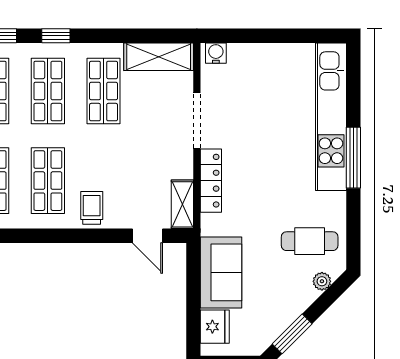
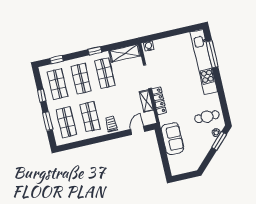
window: (56, 36) -> (95, 51), moved
window: (353, 158) -> (212, 54), moved
shelving: (182, 204) -> (146, 101), moved
door: (148, 236) -> (138, 130), swing flipped
fridge: (215, 327) -> (175, 162), removed
window: (292, 334) -> (219, 141), moved

